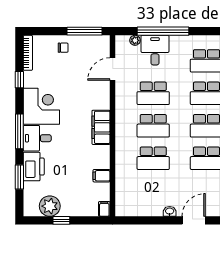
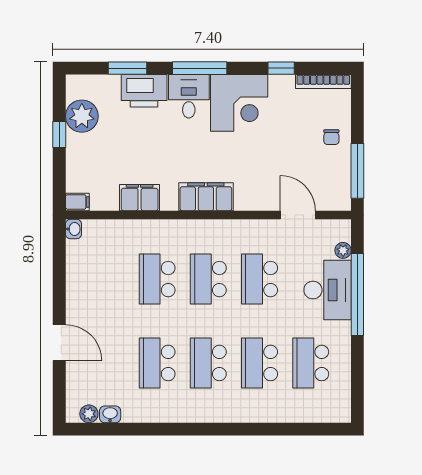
desk: (155, 50) -> (328, 290), width x1.37
filing cabinet: (101, 176) -> (140, 198), width x2.00
washbasin: (170, 211) -> (73, 229), moved

